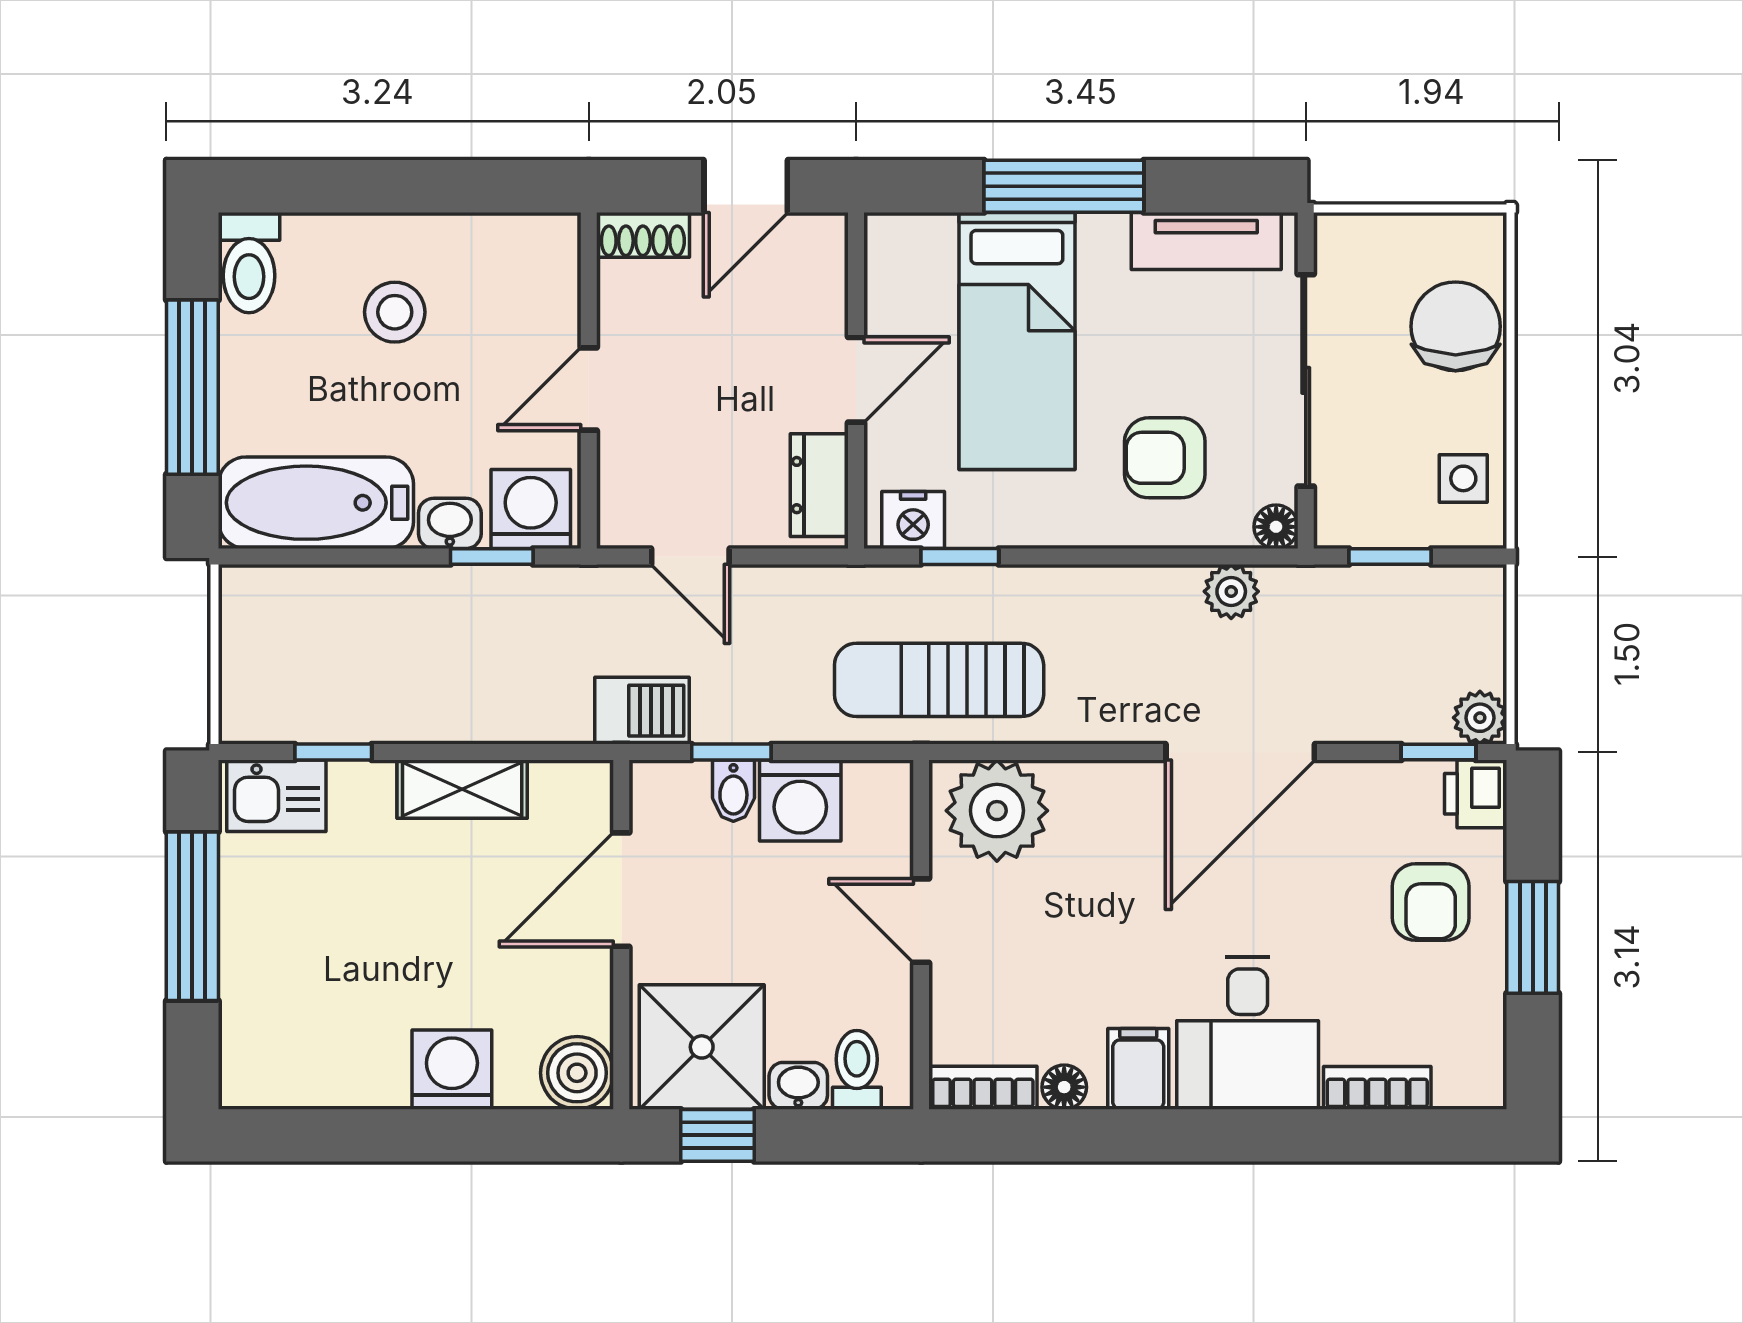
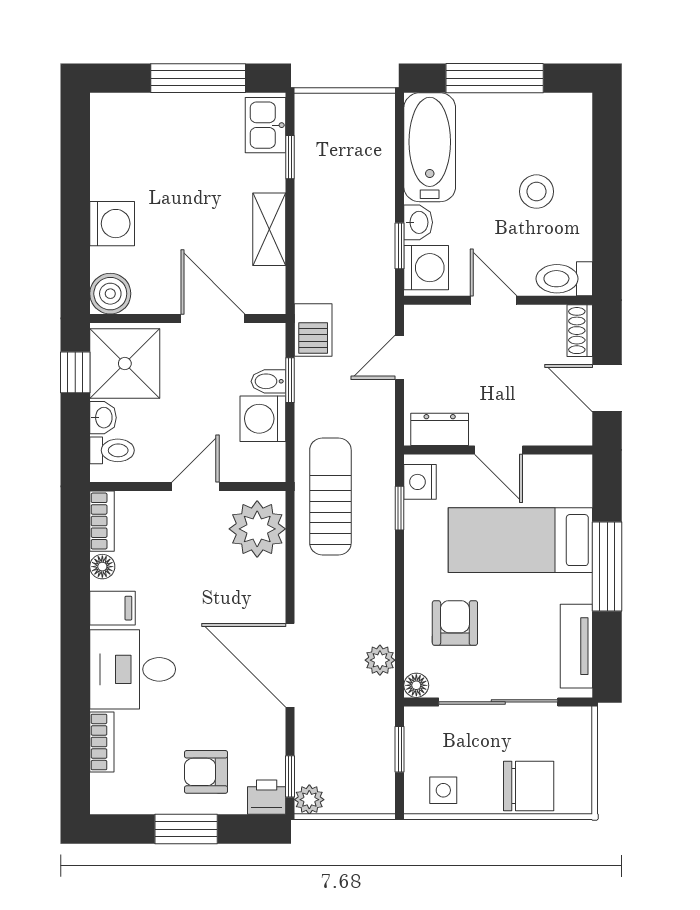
toilet: (249, 263) -> (564, 279), moved

